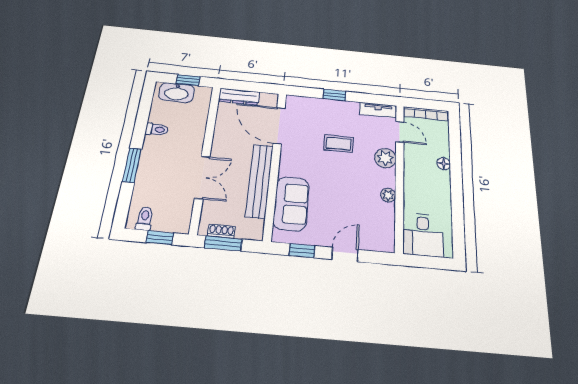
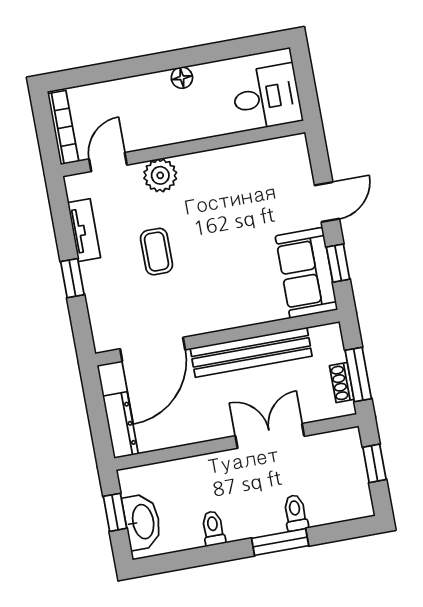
tv unit: (378, 110) -> (84, 230), moved
floor lamp: (444, 164) -> (182, 78), moved
plant: (388, 195) -> (220, 159), removed
sofa: (291, 204) -> (306, 273), moved, turned -90
toilet: (145, 219) -> (295, 513), moved, turned 90
door: (345, 254) -> (327, 202), swing flipped

